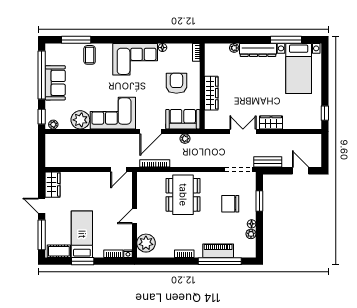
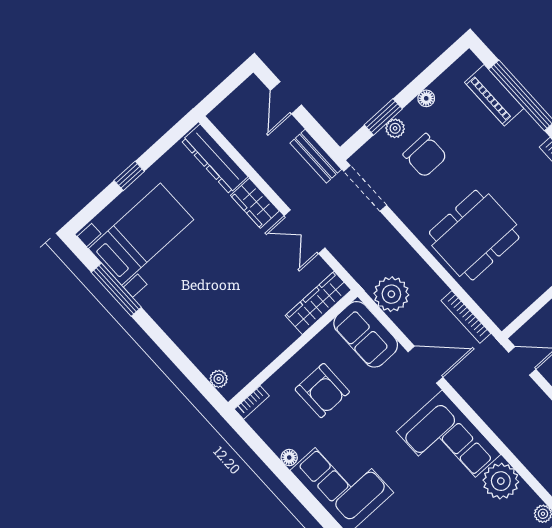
plant: (234, 48) -> (219, 379), moved
dresser: (258, 50) -> (215, 159), moved, turned 180
armchair: (176, 83) -> (322, 391), turned -90
wardrobe: (211, 93) -> (318, 303), moved
window: (325, 113) -> (129, 176), moved
plant: (185, 139) -> (391, 294), width x1.87, depth x1.87
plant: (251, 234) -> (395, 128), moved
piano: (218, 251) -> (494, 95), moved

